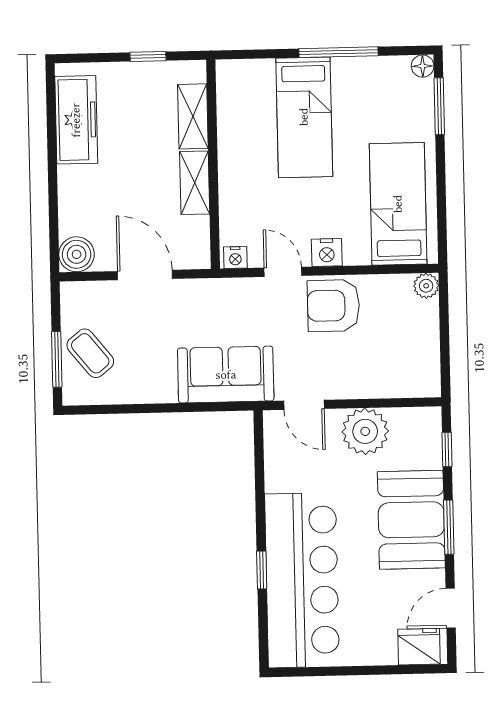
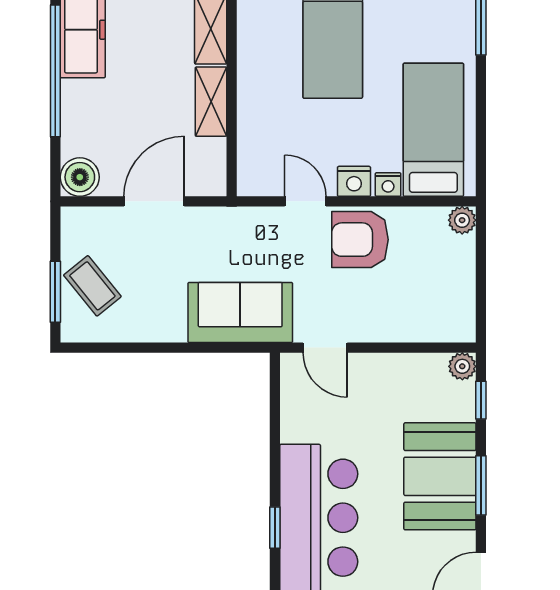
window: (52, 158) -> (55, 71), added
nightstand: (235, 257) -> (388, 184), moved
door: (145, 275) -> (154, 201), hinge flipped
plant: (365, 431) -> (462, 366), moved, width x0.53, depth x0.53

